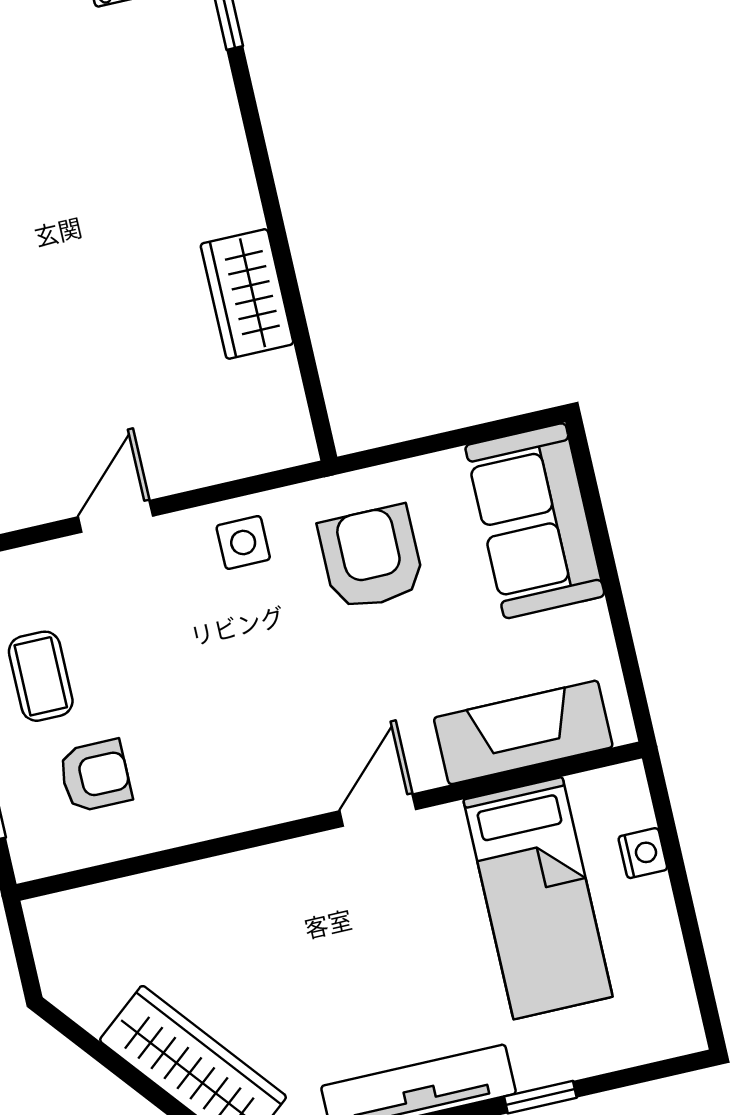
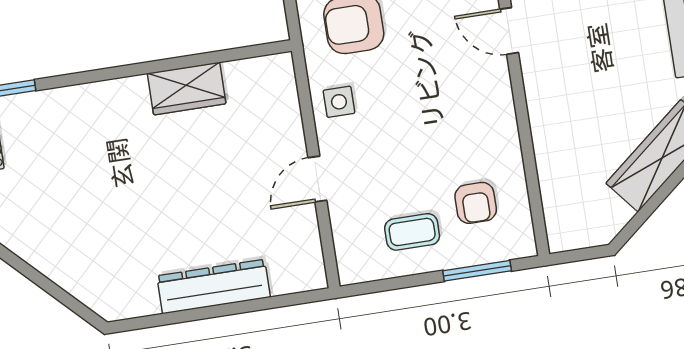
door: (116, 516) -> (317, 179), hinge flipped
armchair: (95, 776) -> (476, 203), turned 180

